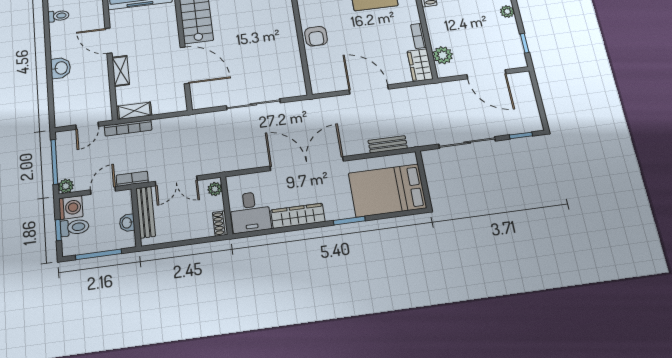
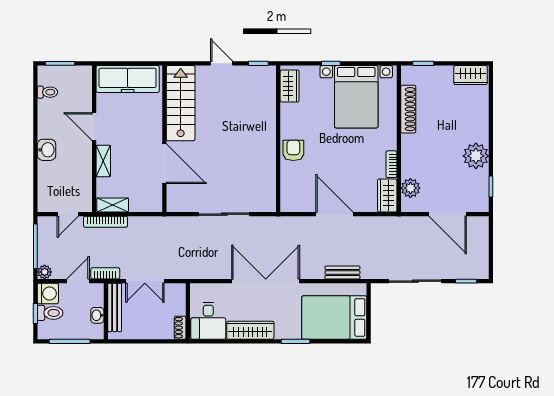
plant: (507, 12) -> (476, 156), width x1.87, depth x1.87
armchair: (316, 36) -> (293, 150), turned 180
plant: (215, 189) -> (179, 294), removed

